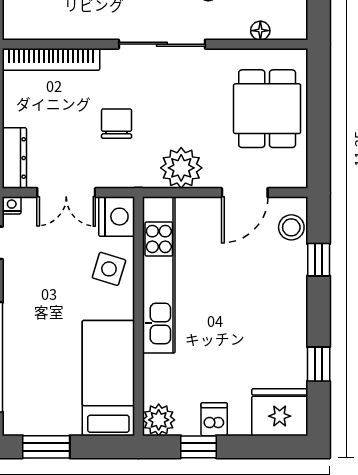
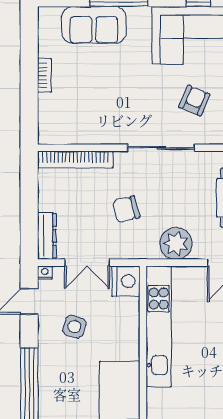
chair: (117, 124) -> (126, 209), turned -104
side table: (109, 269) -> (74, 327), moved

